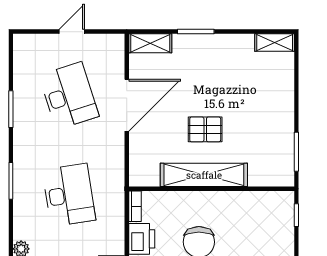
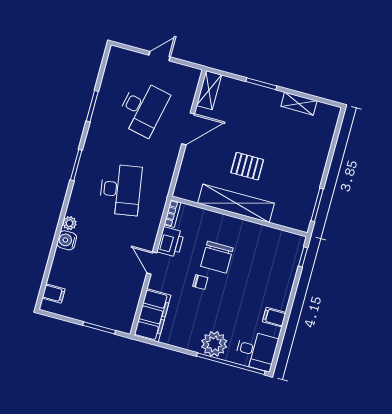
shelving: (275, 42) -> (299, 104), moved
shelving: (150, 43) -> (209, 90), moved, turned 90
desk: (69, 96) -> (143, 108), turned 30
door: (127, 105) -> (188, 129), width x0.73

